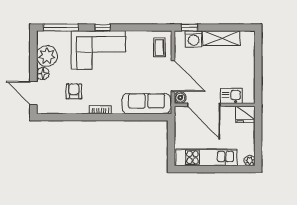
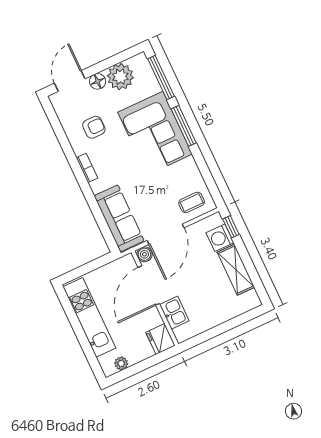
window: (103, 28) -> (184, 126), width x2.17
plant: (250, 161) -> (121, 363), moved

